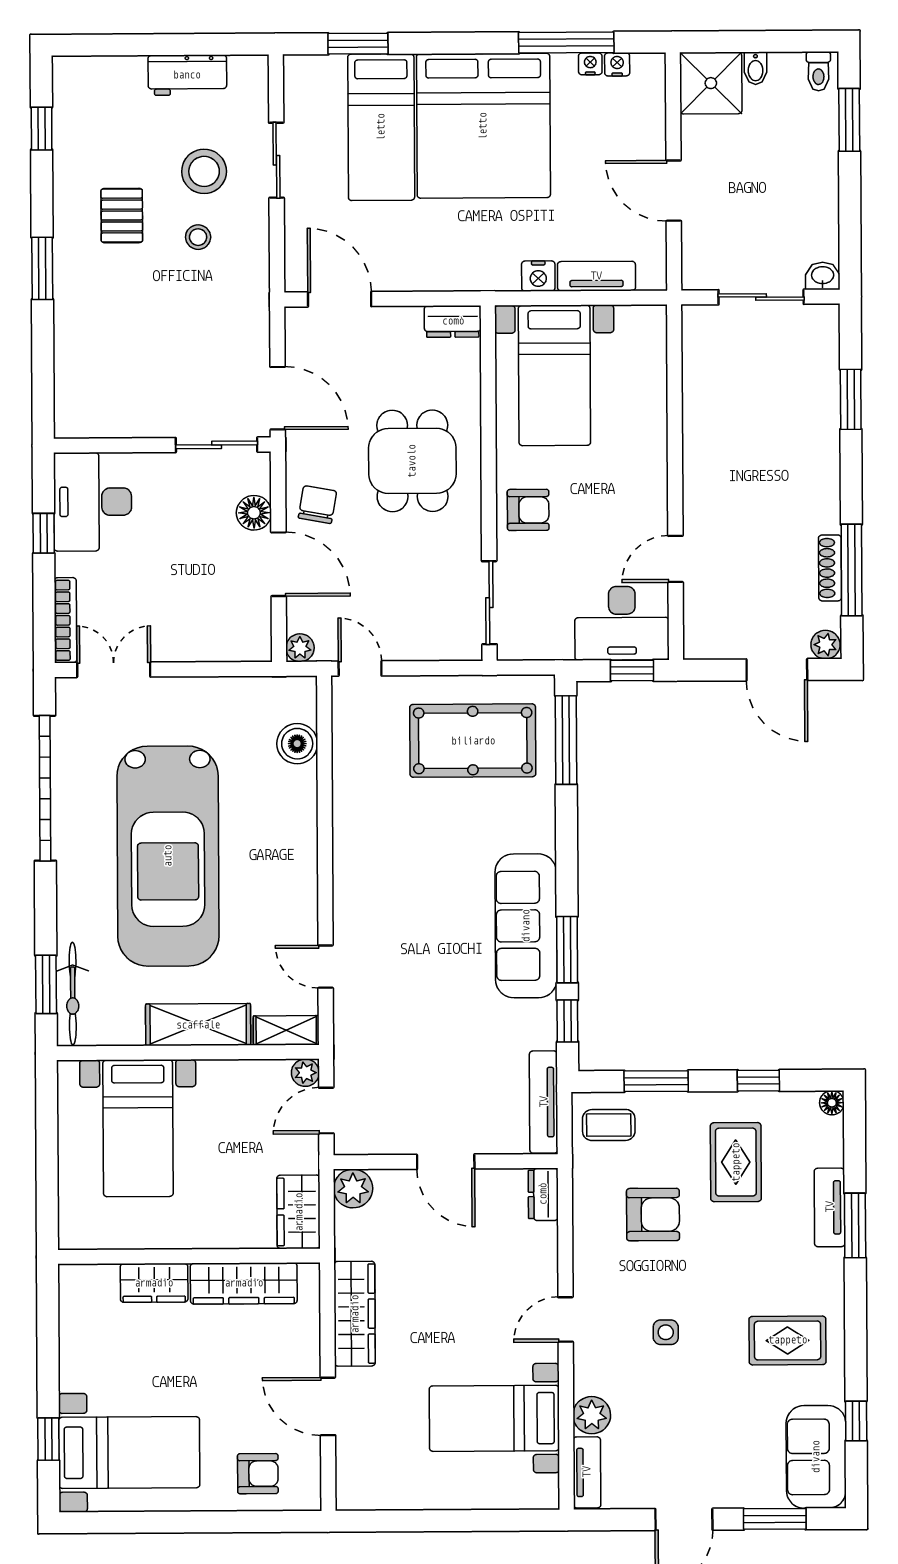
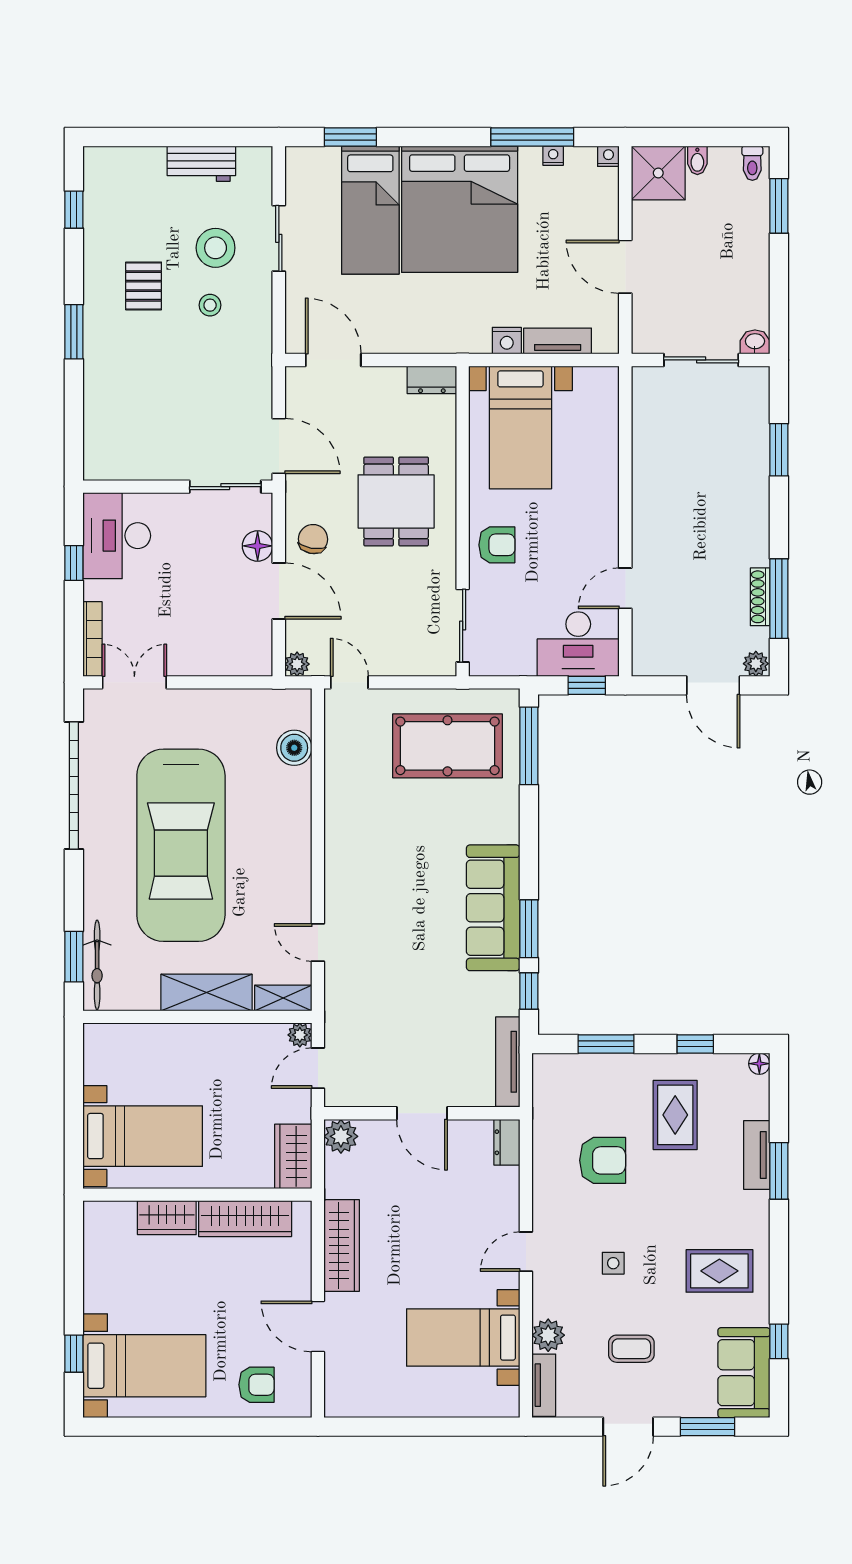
nightstand: (617, 64) -> (608, 156), moved
coffee table: (609, 1125) -> (631, 1349), moved
bed with nightstands: (138, 1128) -> (143, 1136), moved, turned -90

